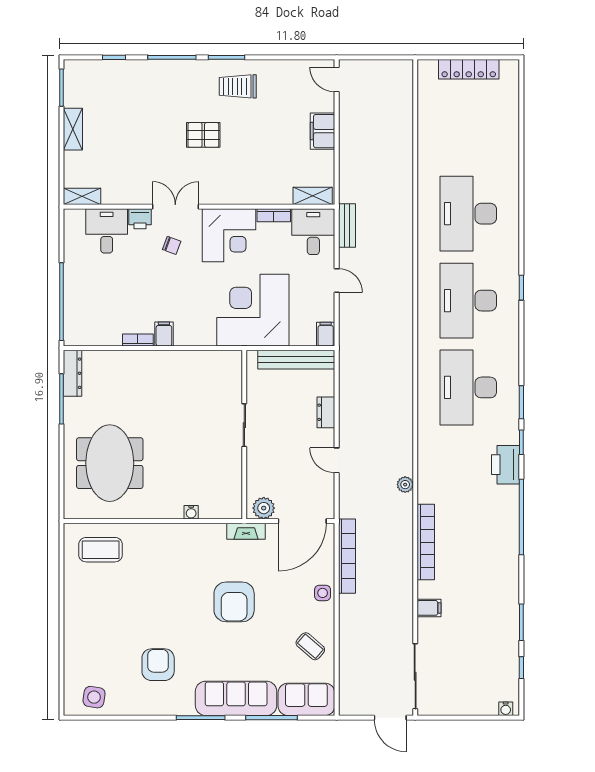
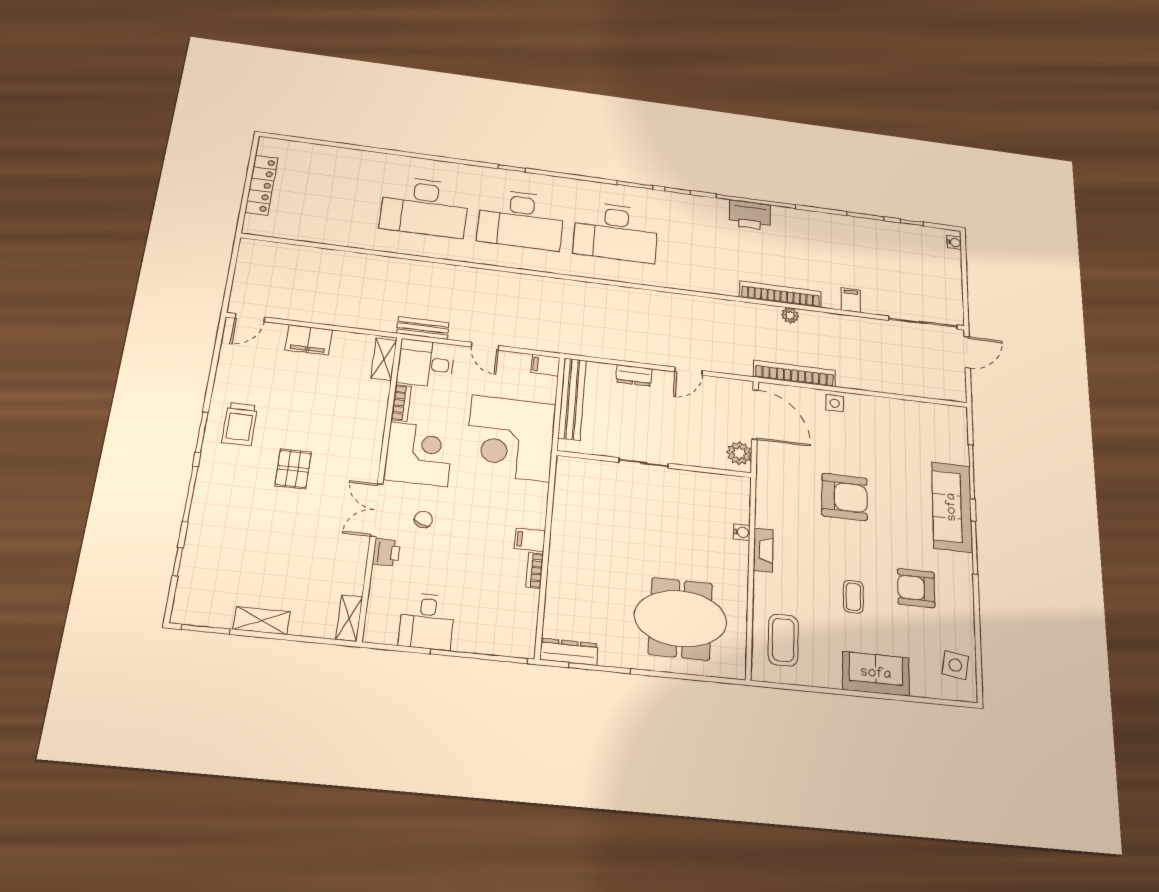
desk: (107, 231) -> (427, 621), moved, turned -90
door: (337, 280) -> (485, 346), swing flipped
printer: (505, 465) -> (750, 215), moved
plant: (405, 485) -> (790, 315), moved
fireplace: (246, 531) -> (763, 550), moved
coffee table: (310, 646) -> (853, 597), moved, turned -41
sofa: (306, 699) -> (876, 674), moved, turned 90

